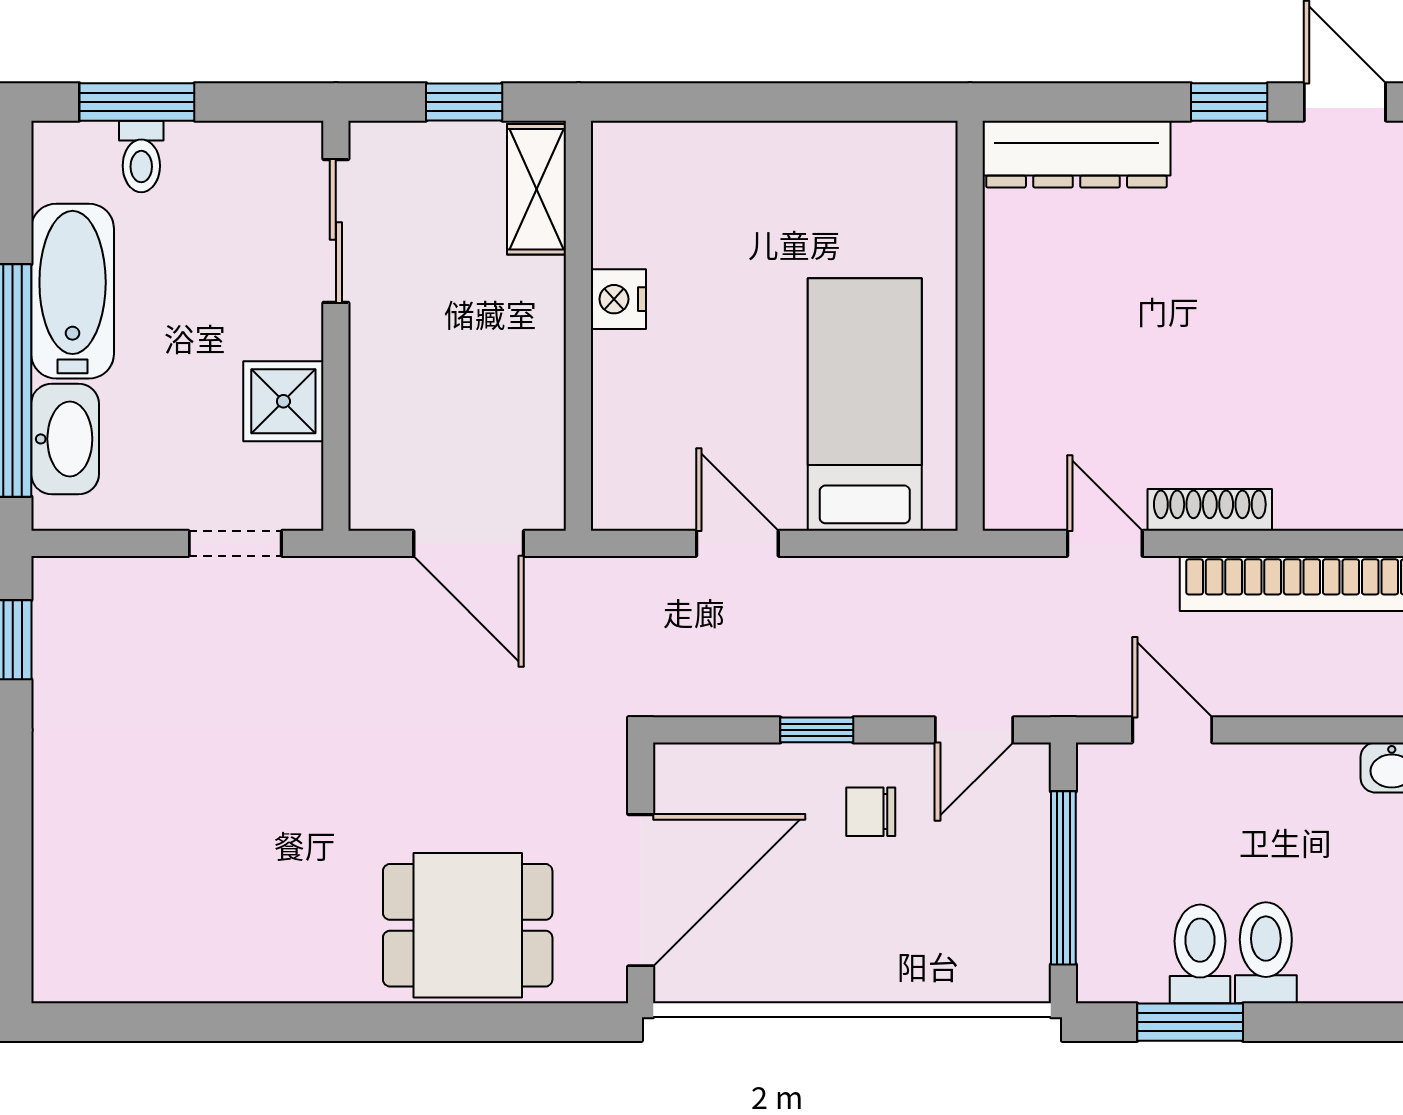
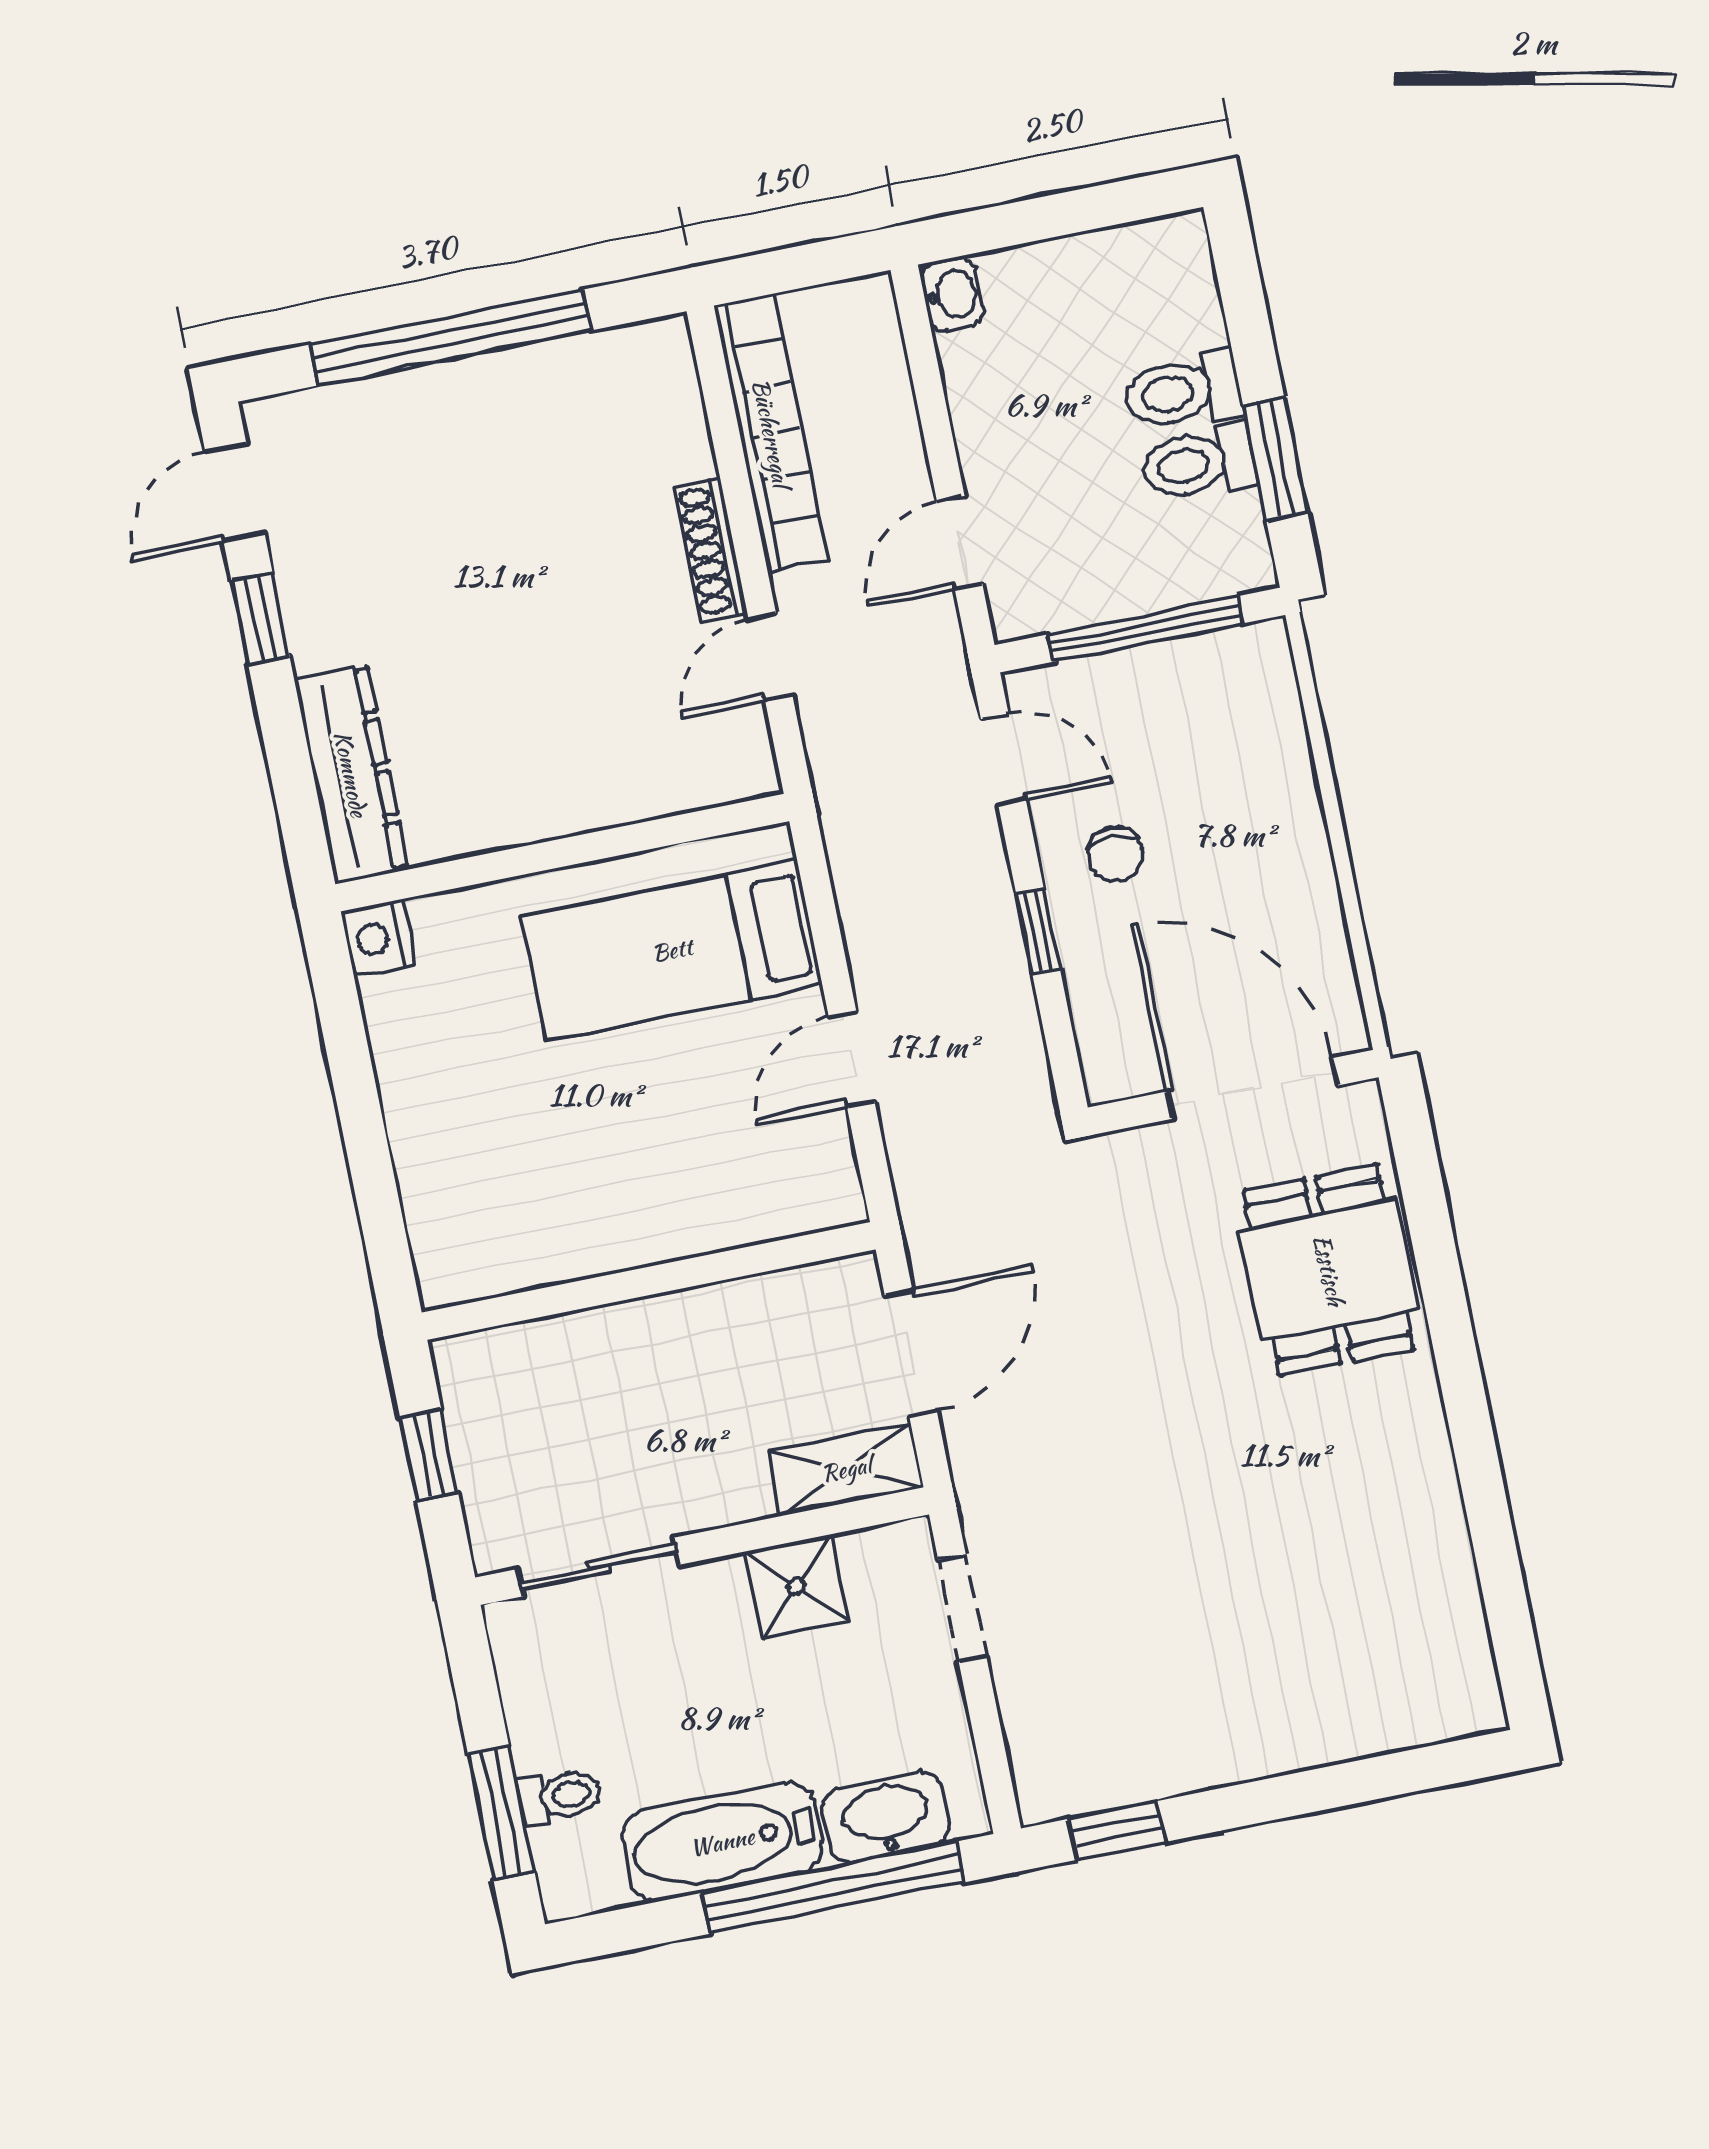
shelving: (537, 189) -> (846, 1469), moved
nightstand: (618, 299) -> (377, 938), moved, turned 90

